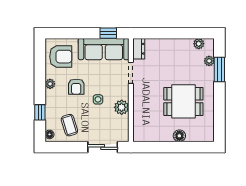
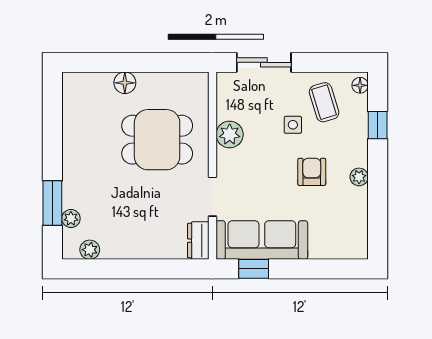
armchair: (61, 57) -> (340, 226), removed
side table: (98, 99) -> (293, 125), moved
dining table: (183, 101) -> (157, 140), moved

